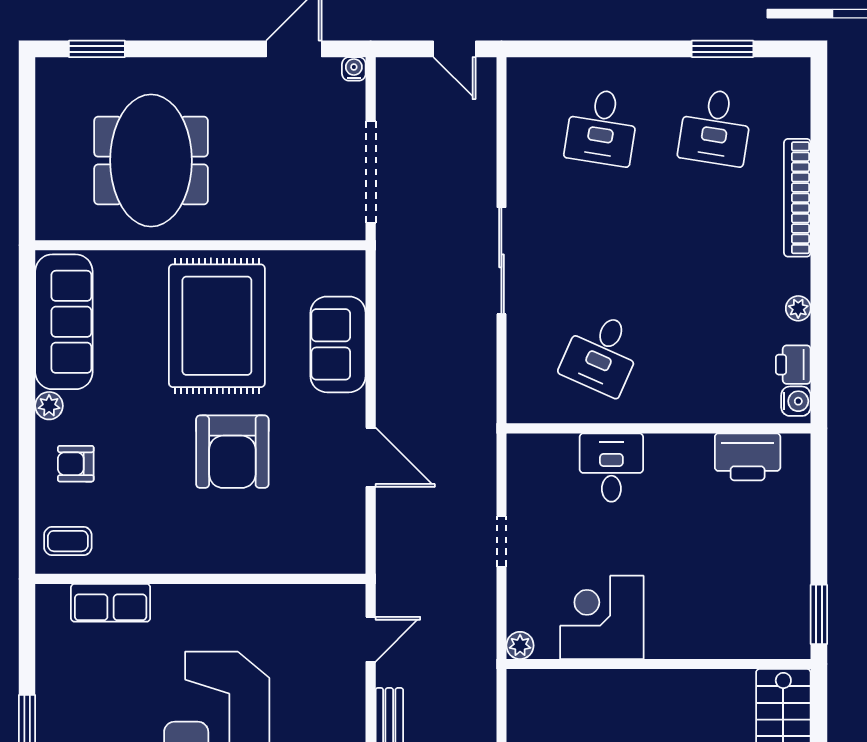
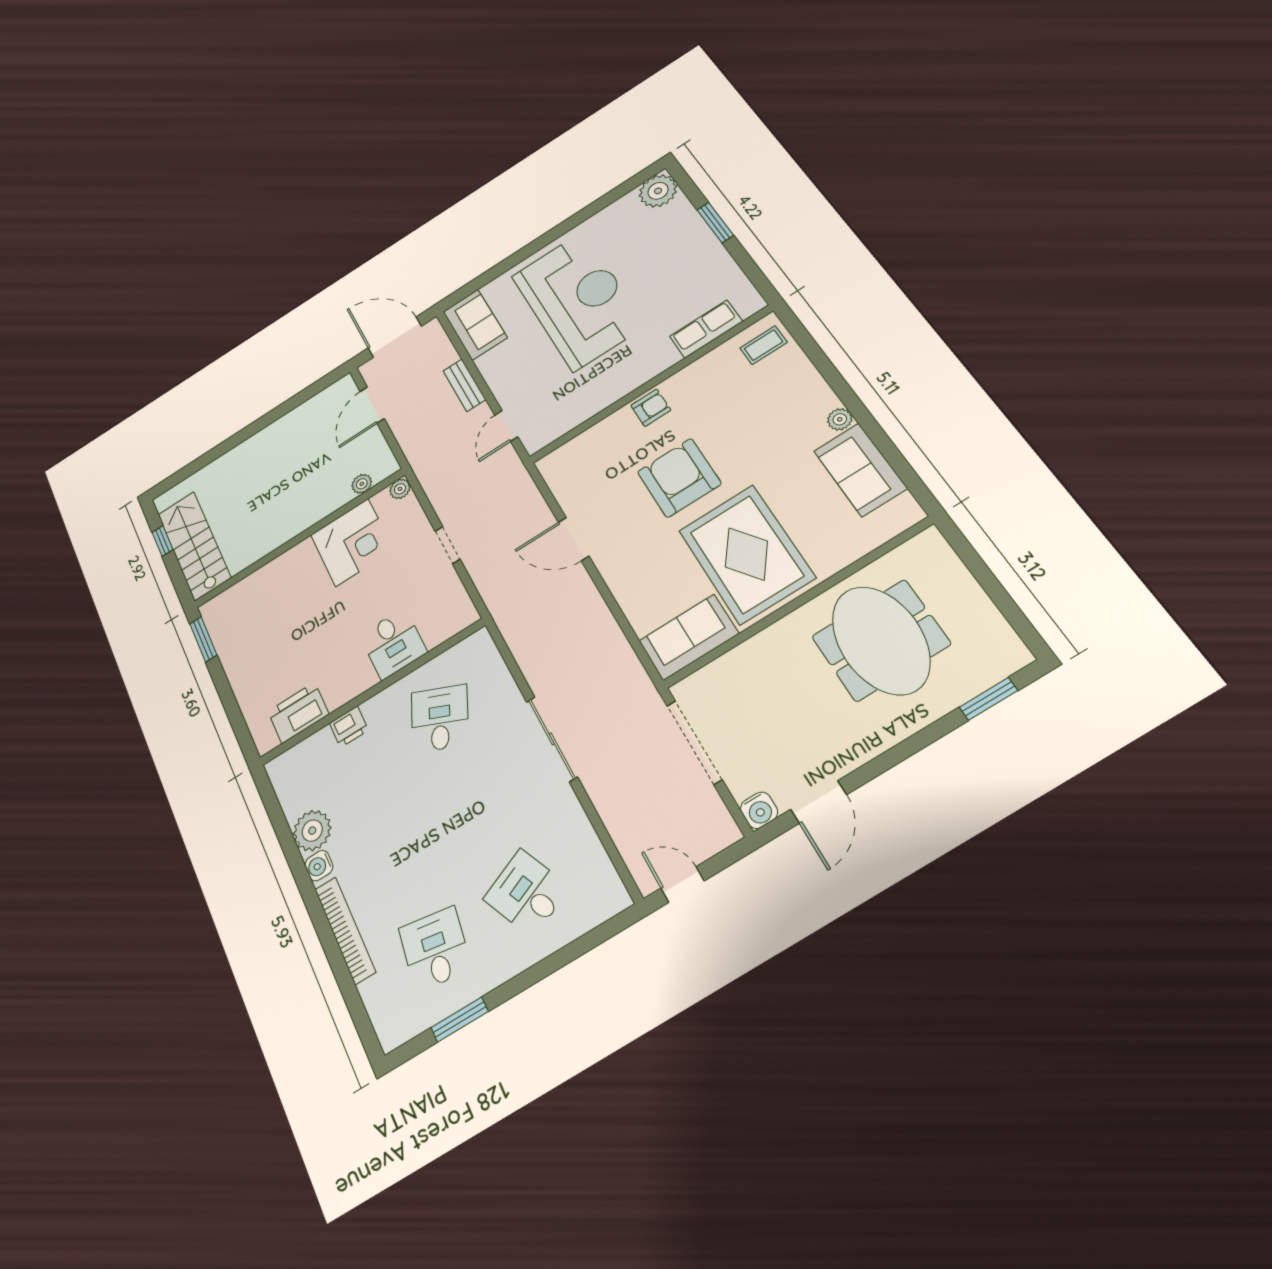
water cooler: (354, 69) -> (759, 810), width x1.38, depth x1.38
desk: (602, 127) -> (526, 893), turned -33
plant: (798, 308) -> (312, 831), width x1.87, depth x1.87
sofa: (64, 322) -> (860, 470), width x0.73
sofa: (338, 344) -> (689, 637), moved, turned -90
printer: (793, 365) -> (349, 727), moved, turned 90
water cooler: (796, 401) -> (319, 866), moved
armchair: (76, 464) -> (651, 408), moved
plant: (559, 682) -> (362, 484), added

